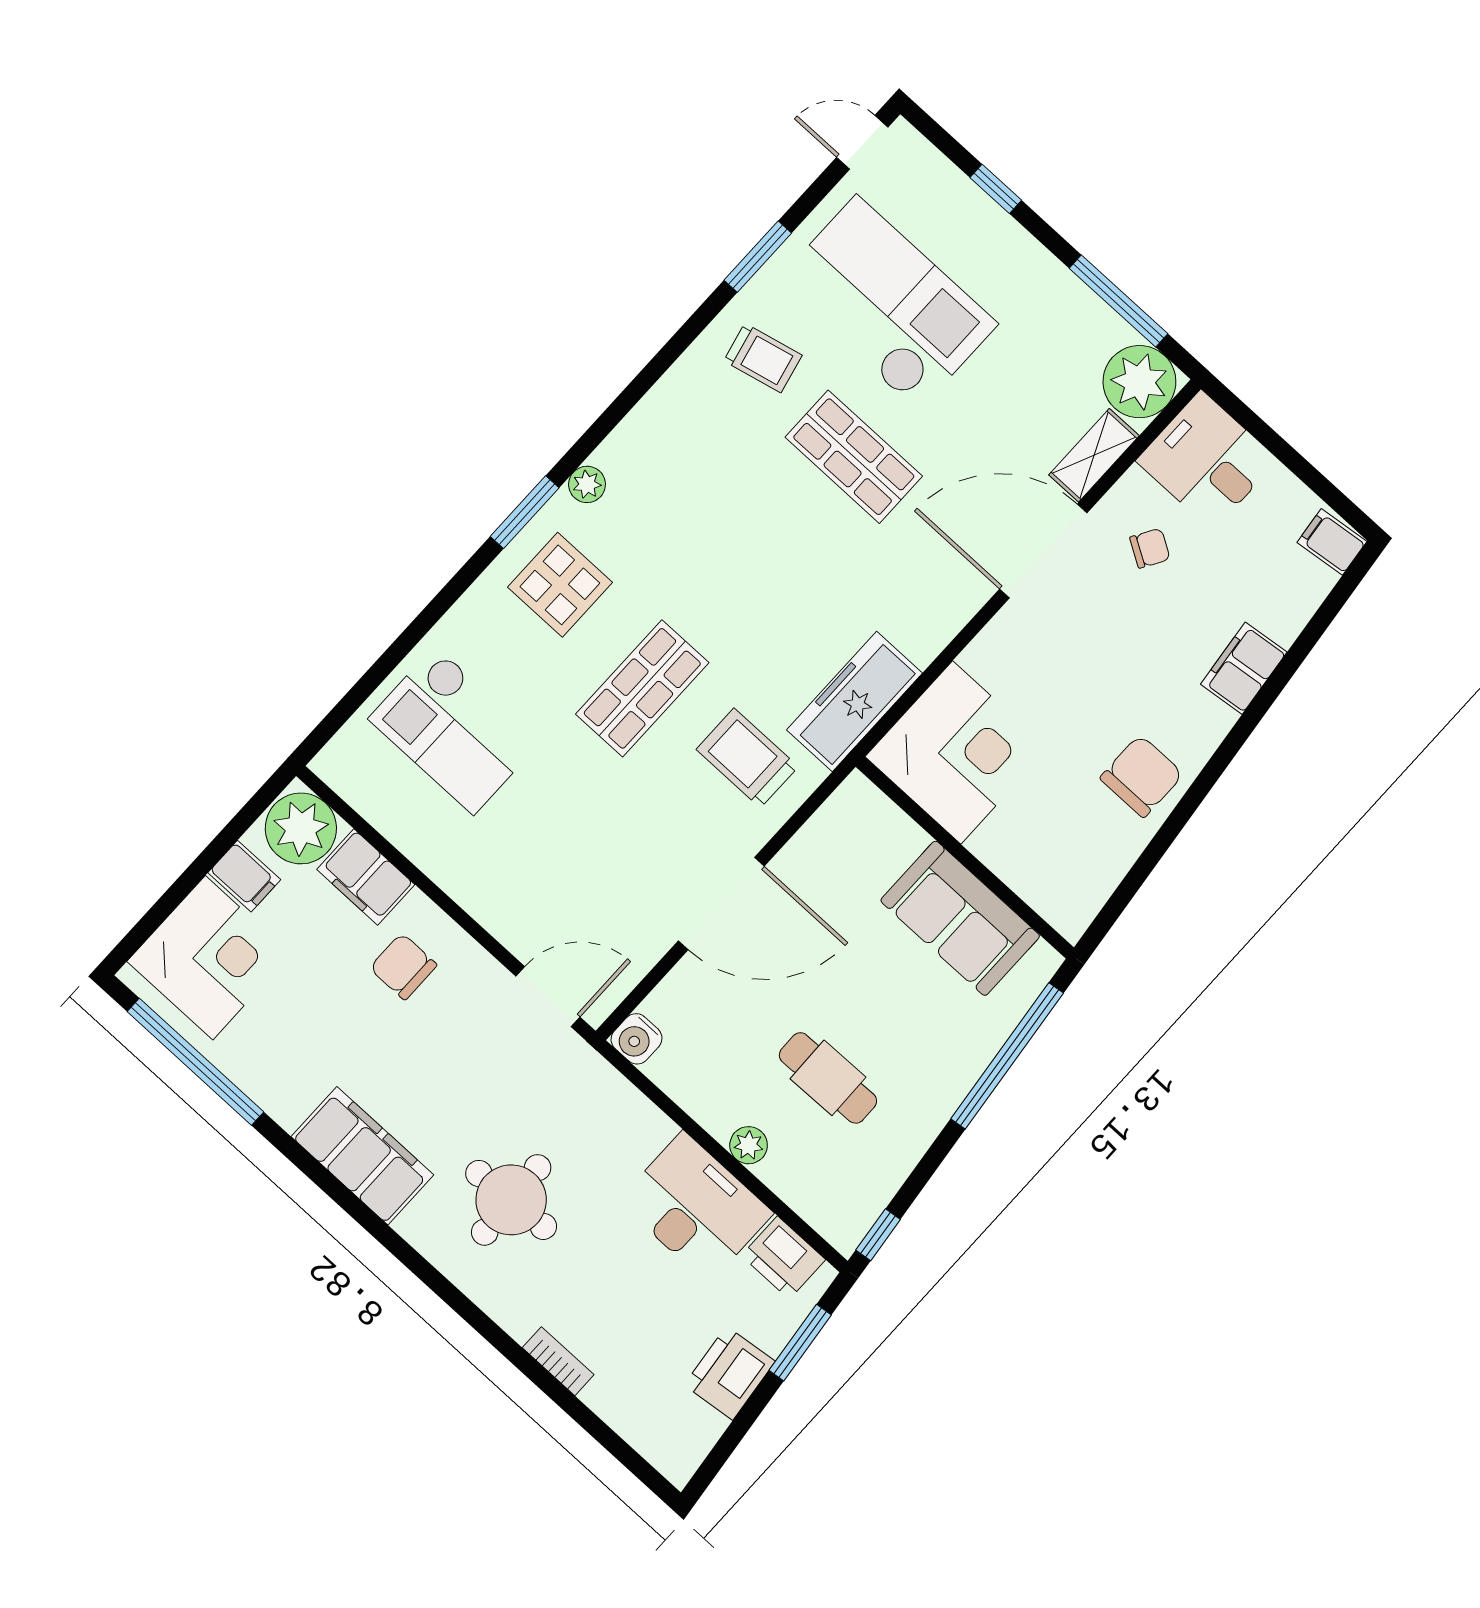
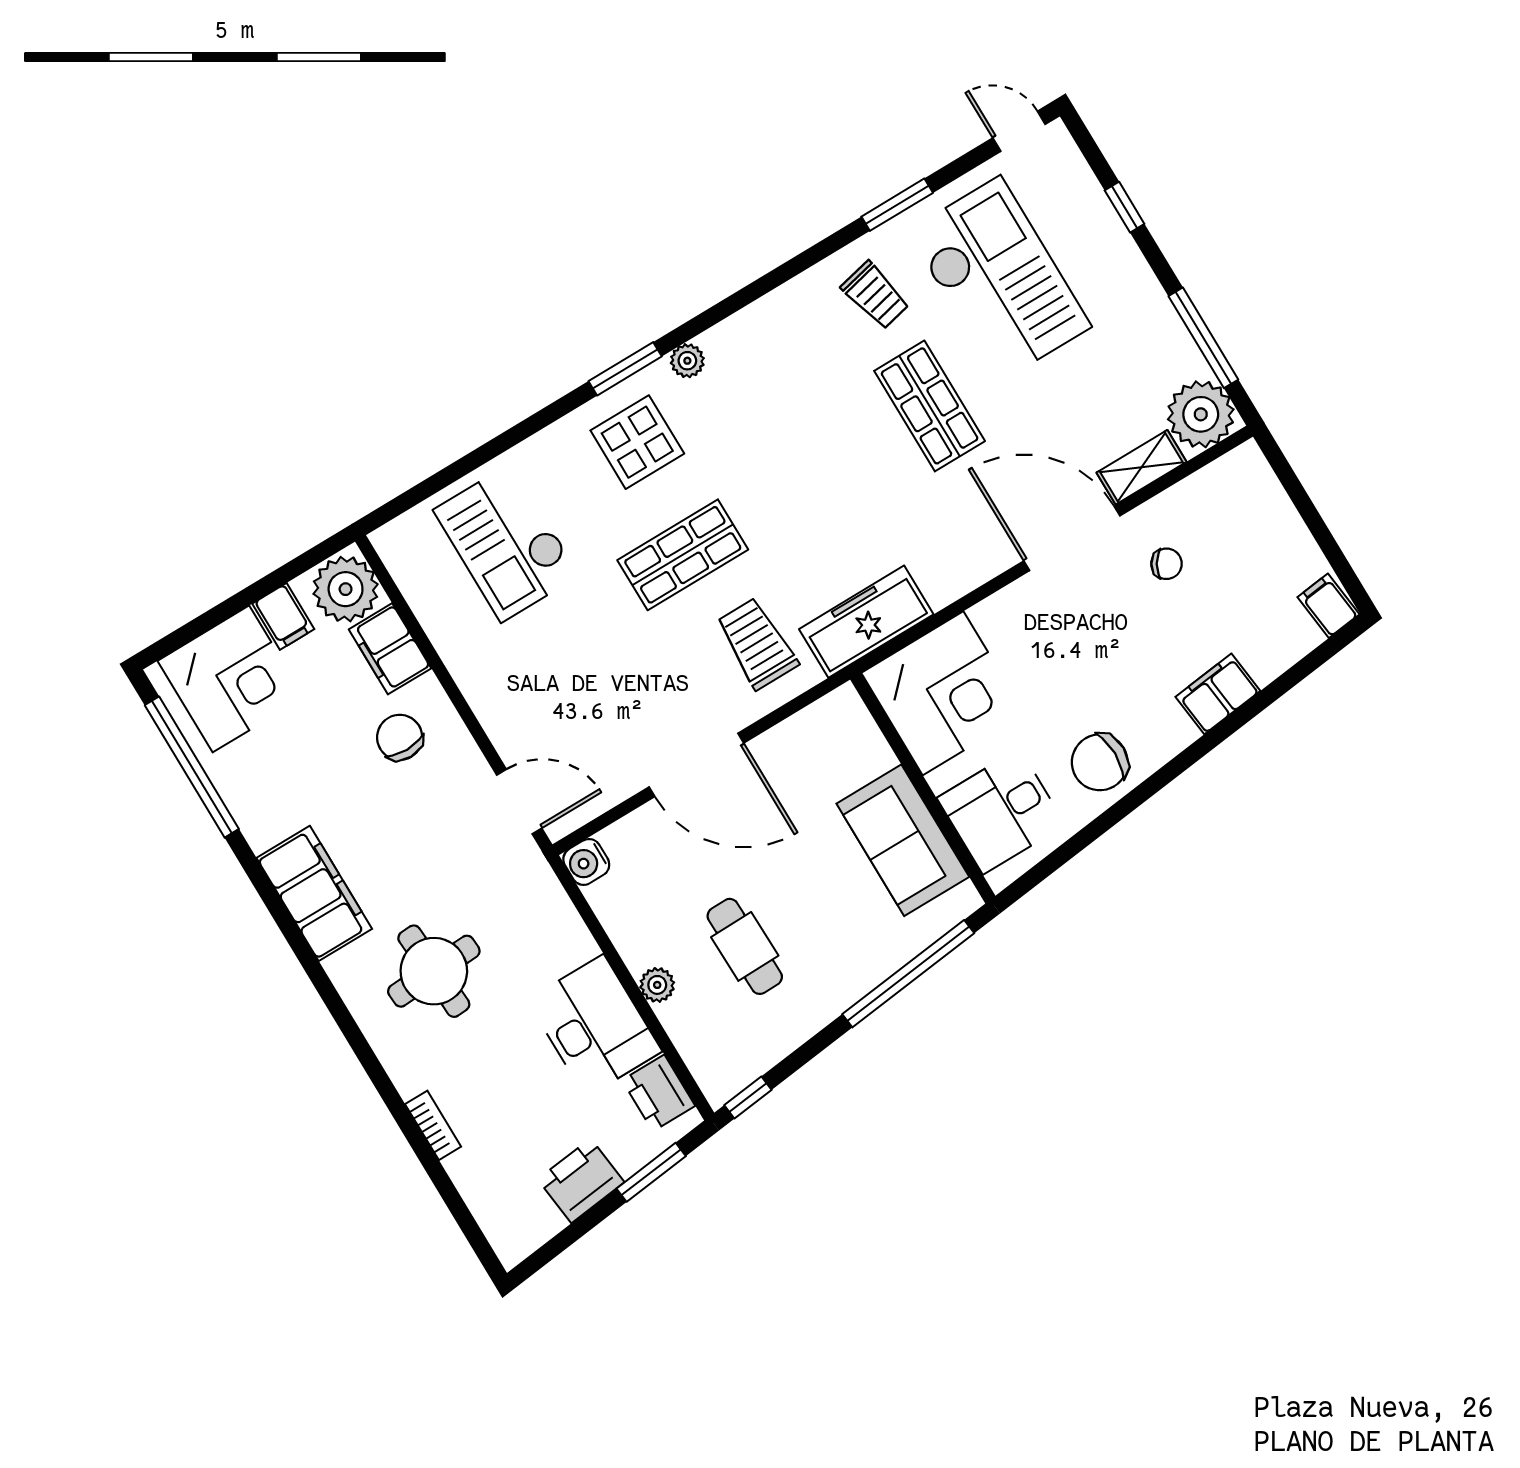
desk: (1207, 460) -> (1001, 811), moved, turned -90
chair: (1142, 776) -> (1100, 762), turned 180

